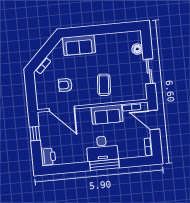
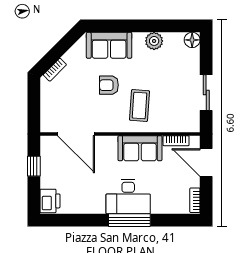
plant: (110, 39) -> (154, 41), added
floor lamp: (137, 49) -> (192, 40), moved
armchair: (65, 85) -> (109, 85), moved

